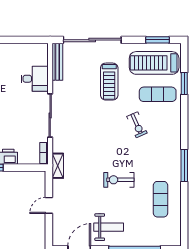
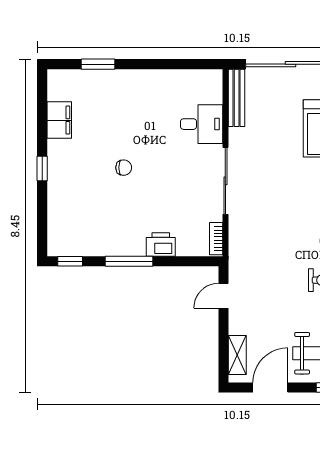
shelving: (58, 166) -> (237, 355), moved
door: (49, 205) -> (224, 296), moved

